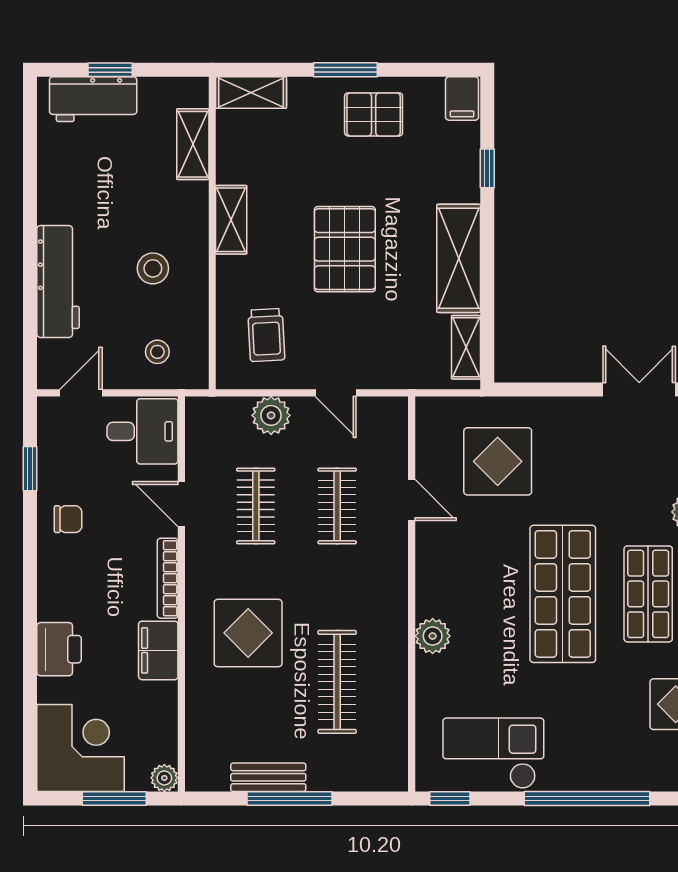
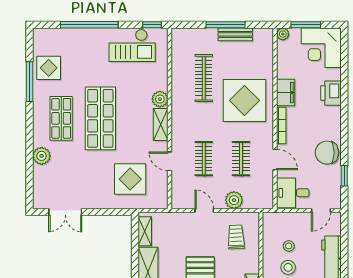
stool: (157, 352) -> (289, 246), moved
chair: (68, 519) -> (327, 153), width x1.87, depth x1.87
shelving: (431, 580) -> (161, 125), added
display table: (248, 633) -> (244, 100), width x1.36, depth x1.36

